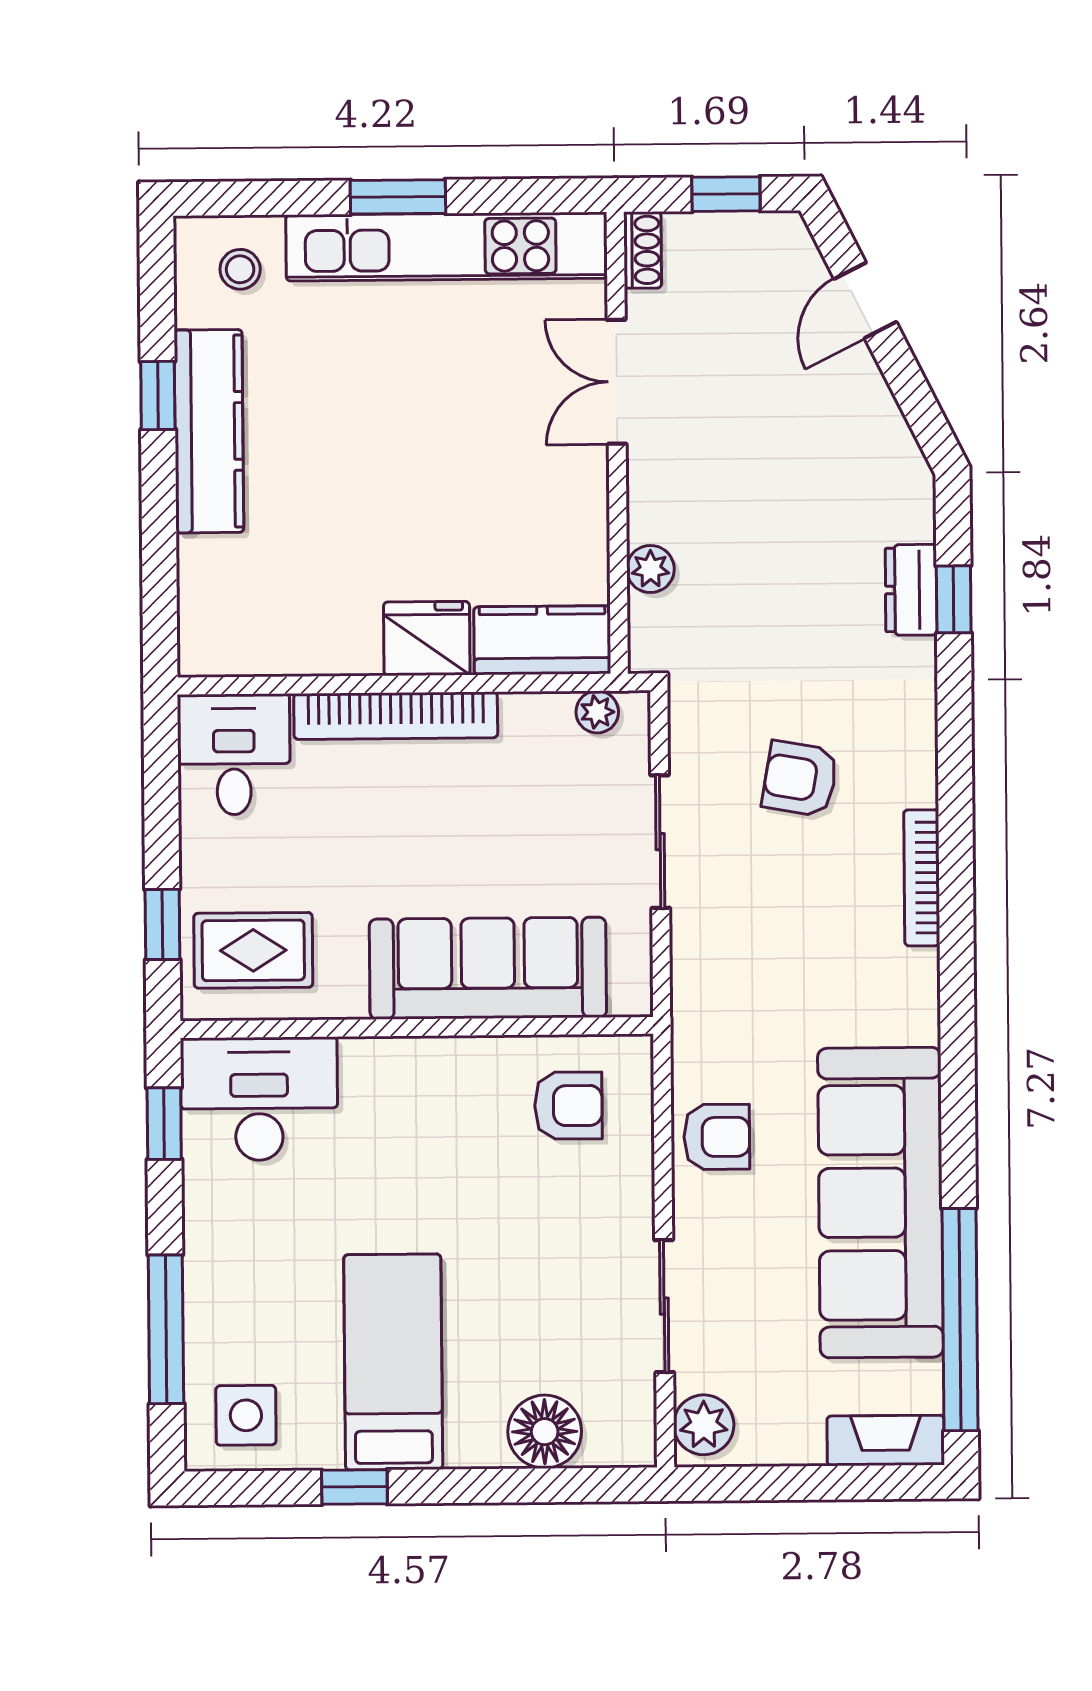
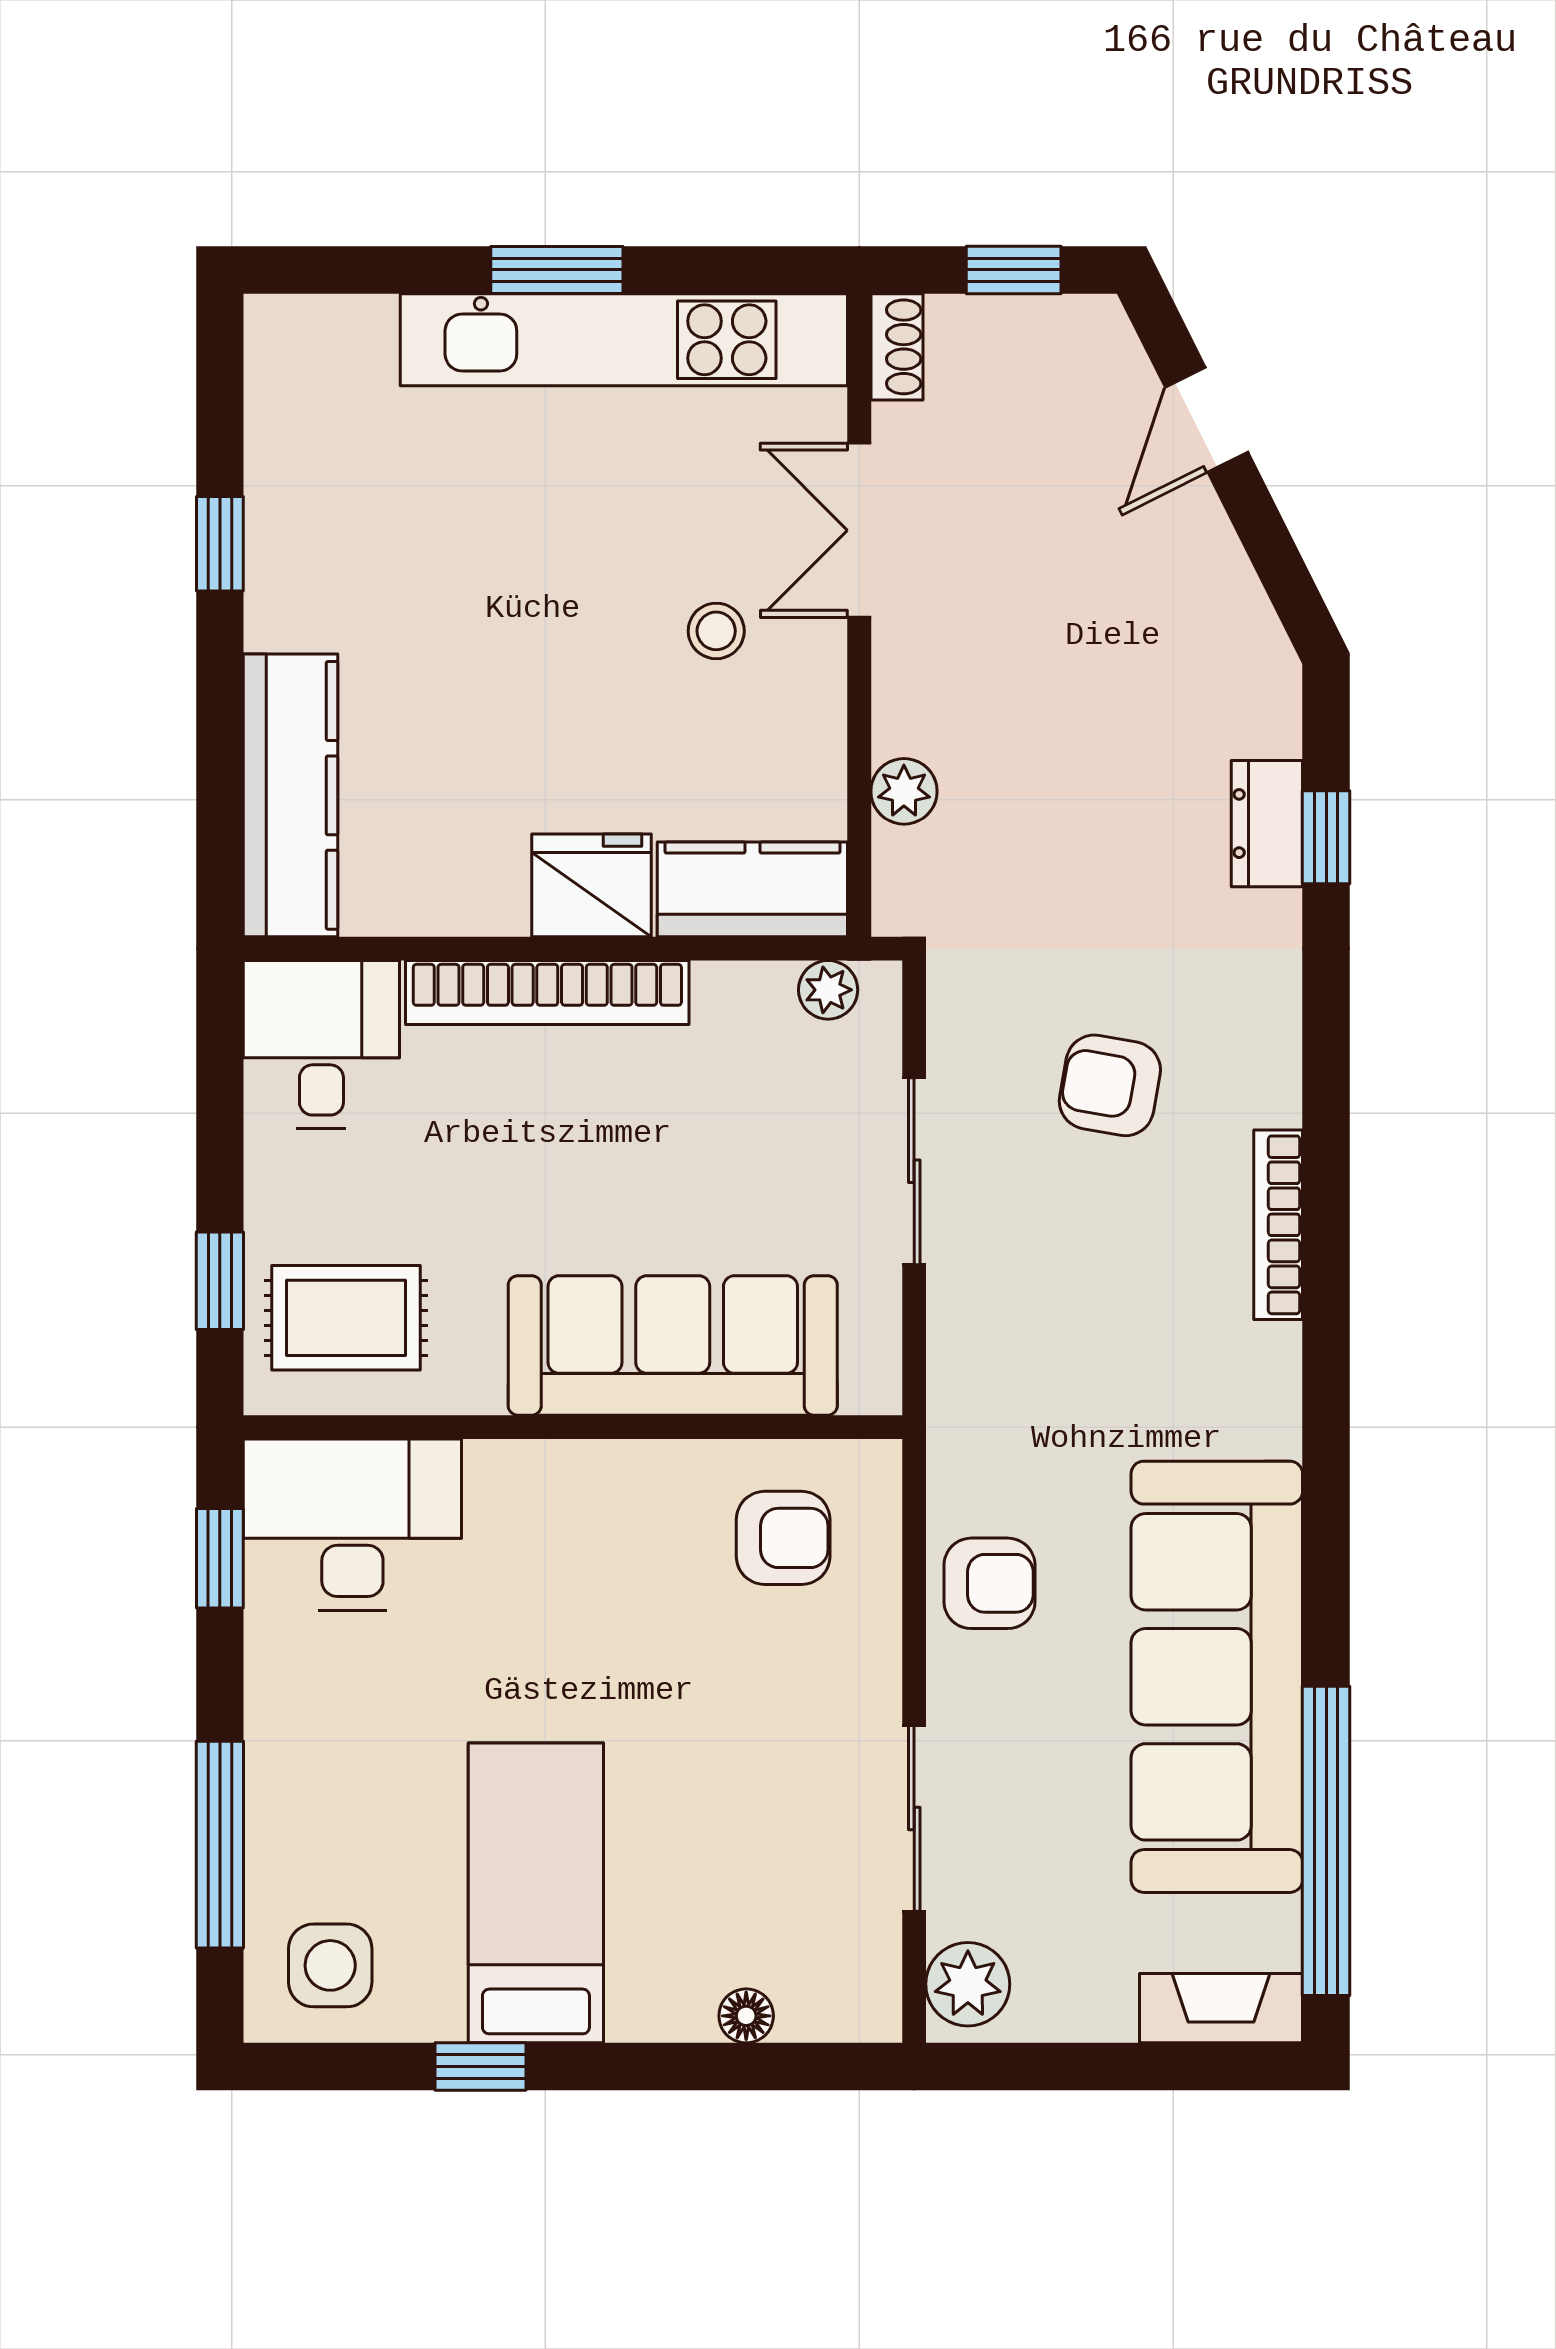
stool: (240, 269) -> (716, 631), moved
kitchen counter: (209, 431) -> (291, 795), moved
floor lamp: (545, 1432) -> (746, 2016), width x0.53, depth x0.53

